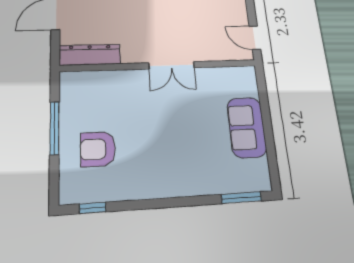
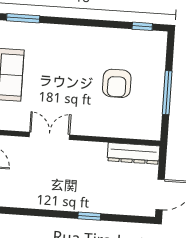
double door: (171, 65) -> (49, 136), moved
armchair: (98, 149) -> (117, 83), moved, turned 90

